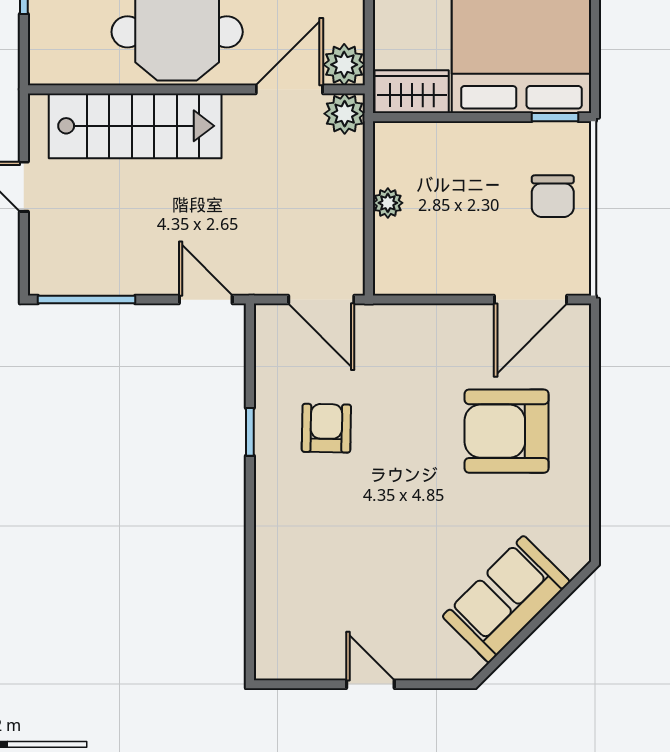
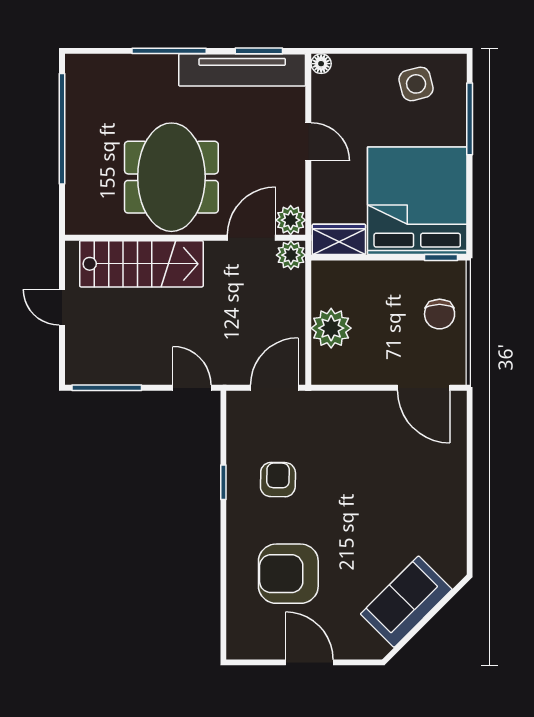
plant: (388, 203) -> (331, 328), width x1.88, depth x1.88
door: (321, 300) -> (274, 388), swing flipped
door: (531, 300) -> (424, 388), hinge flipped
armchair: (507, 431) -> (288, 574), moved
door: (370, 684) -> (309, 662), width x1.38

